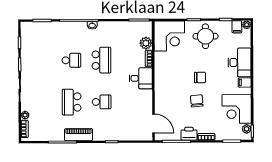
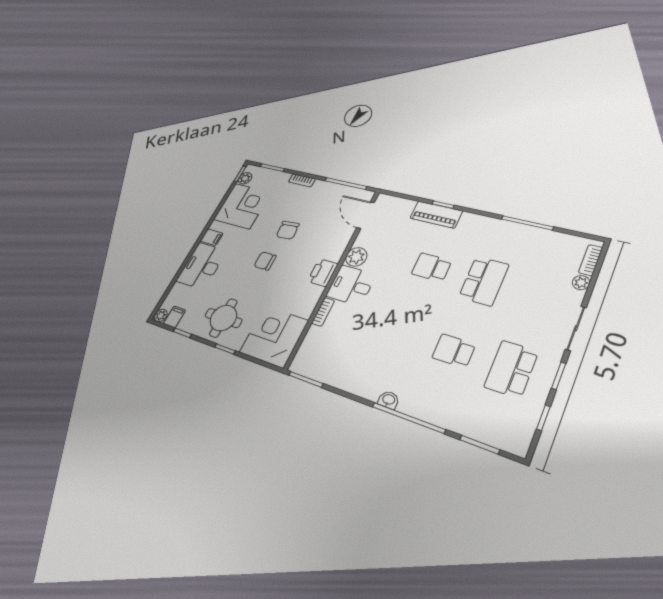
plant: (146, 43) -> (356, 257), moved
school desk: (101, 60) -> (511, 369), moved
printer: (189, 134) -> (323, 273), moved, turned 90
piano: (79, 135) -> (436, 215), moved

